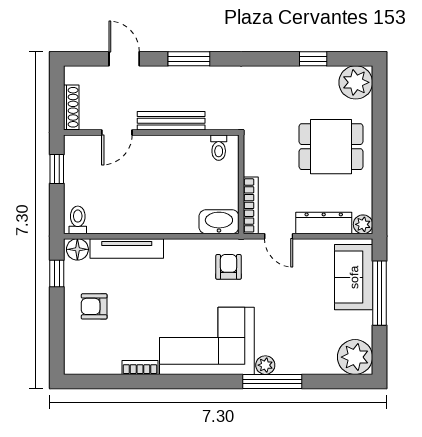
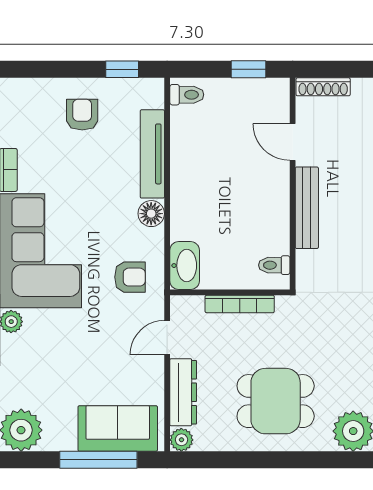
dining table: (331, 147) -> (276, 401), turned 90
bookcase: (251, 205) -> (240, 304), moved
floor lamp: (77, 249) -> (151, 214), moved

